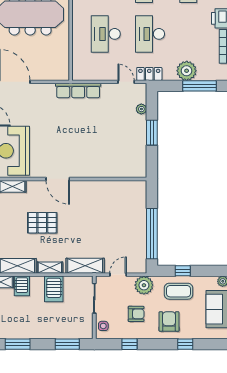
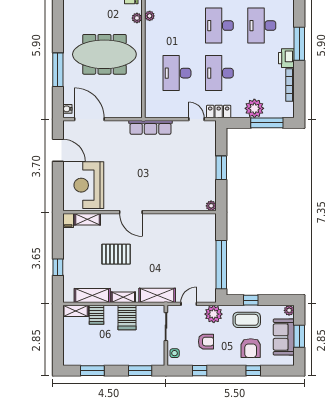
plant: (141, 109) -> (211, 206), moved
armchair: (169, 322) -> (251, 348), moved, turned 180

